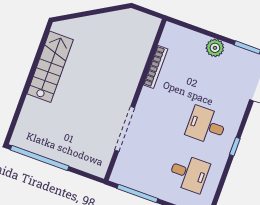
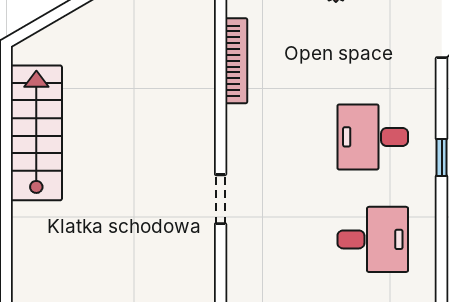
doorway: (125, 129) -> (221, 199), width x0.53

